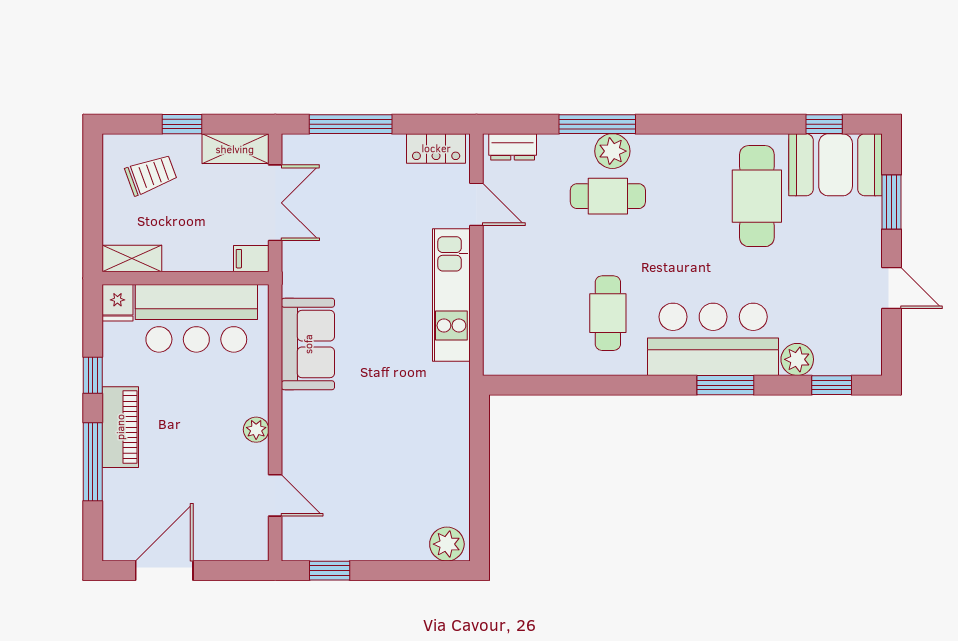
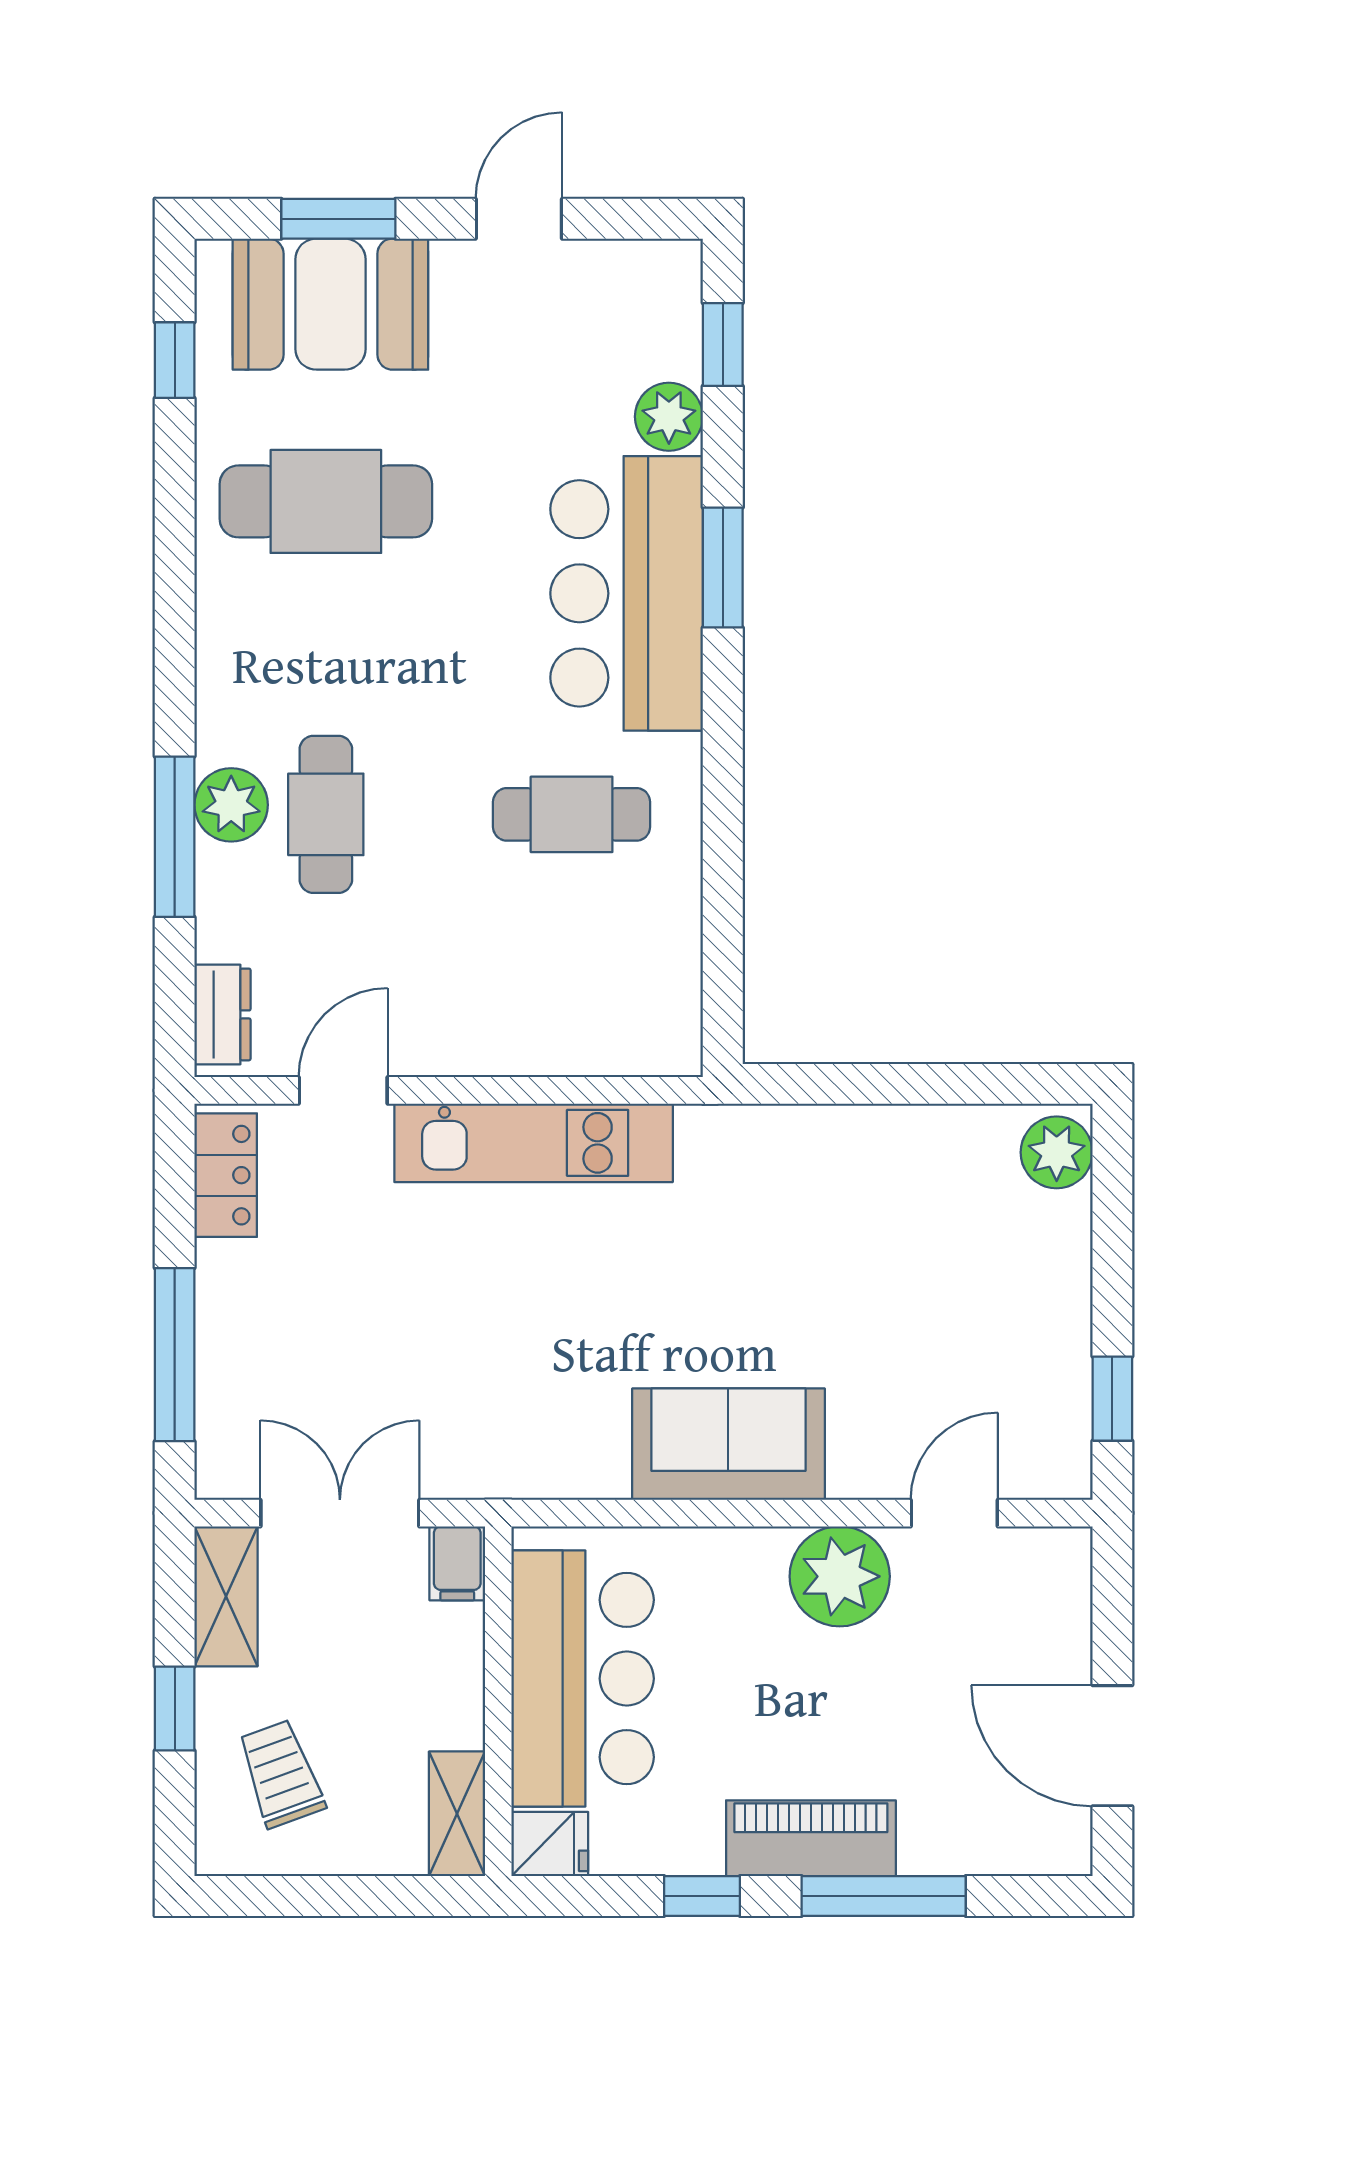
booth: (836, 165) -> (330, 304), moved, turned 90
sofa: (308, 344) -> (728, 1444), moved
plant: (256, 430) -> (840, 1576), width x1.87, depth x1.87

